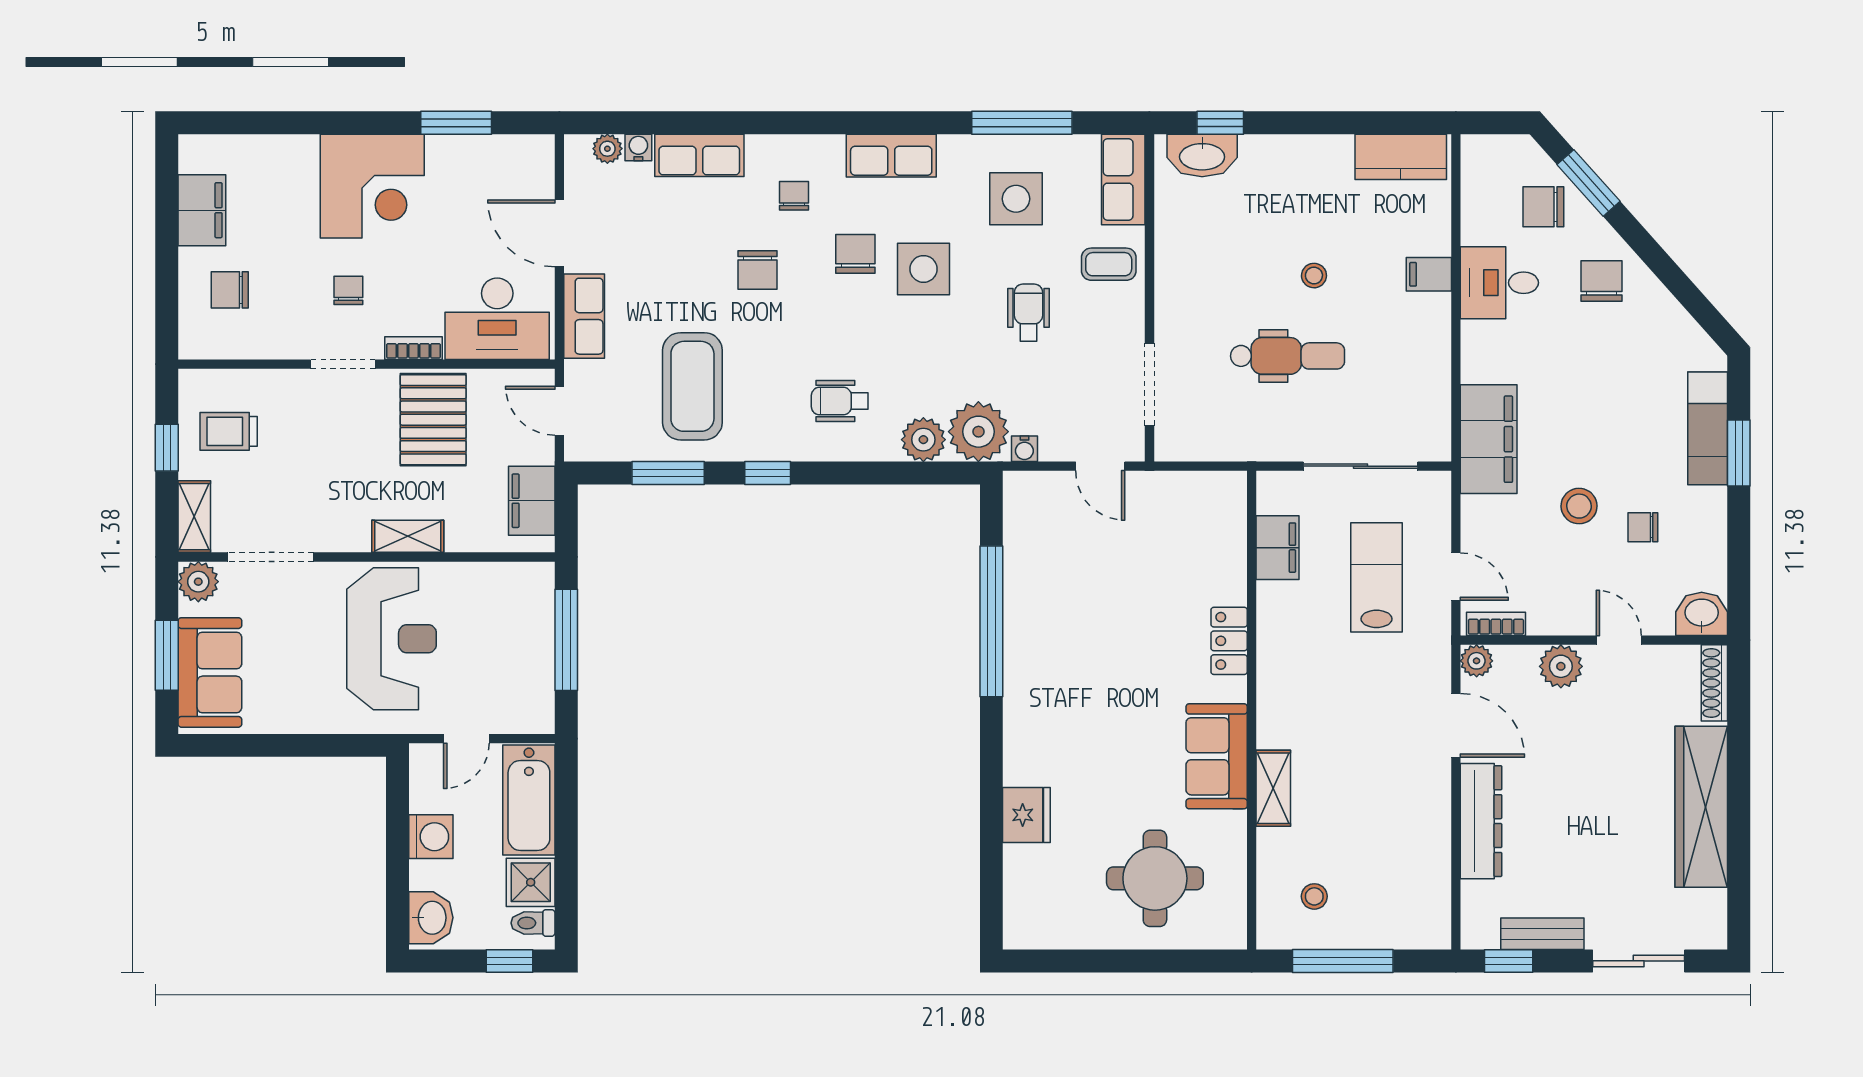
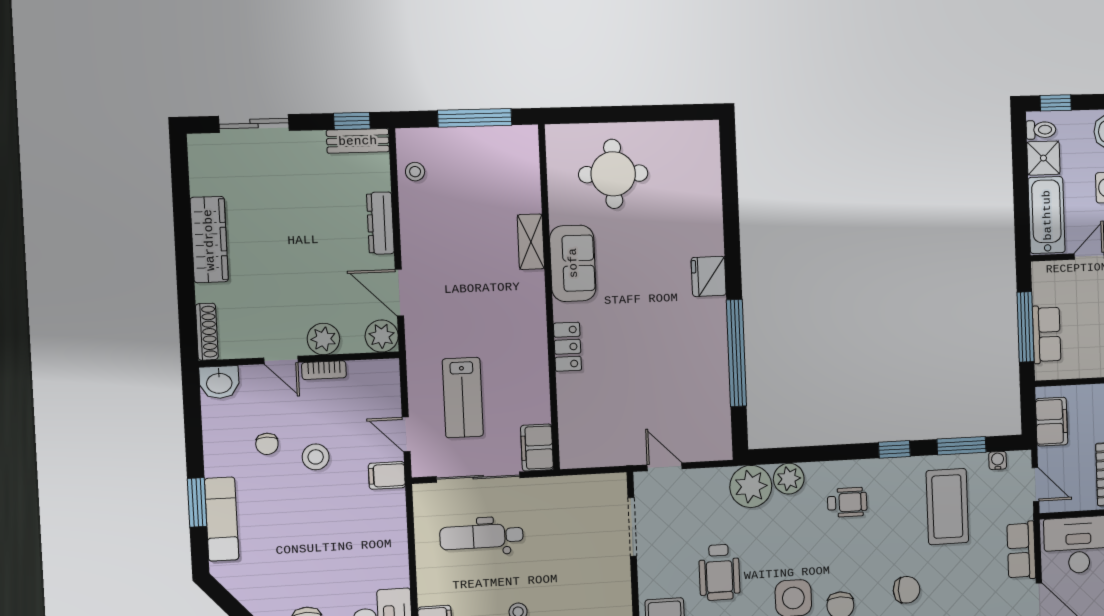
chair: (757, 270) -> (907, 590), turned 90
wheelchair: (1028, 313) -> (719, 572), width x1.36, depth x1.37
dental chair: (1288, 356) -> (481, 536), moved
filing cabinet: (1489, 439) -> (387, 475), width x0.33, depth x0.86
water cooler: (1024, 449) -> (998, 460), moved
chair: (1643, 527) -> (267, 444), turned 90
filing cabinet: (1278, 548) -> (537, 448), moved
door: (1456, 577) -> (406, 434), moved
bookcase: (1496, 624) -> (324, 370), moved
row of seats: (535, 628) -> (1047, 334), added
plant: (1477, 661) -> (382, 336), width x1.38, depth x1.38
wardrobe: (1701, 807) -> (209, 240), width x0.71, depth x0.85
fridge: (1026, 815) -> (709, 276), moved
dresser: (1481, 821) -> (380, 223), width x0.73, depth x0.80
stool: (1314, 896) -> (415, 172), moved
bench: (1542, 934) -> (358, 141), moved

